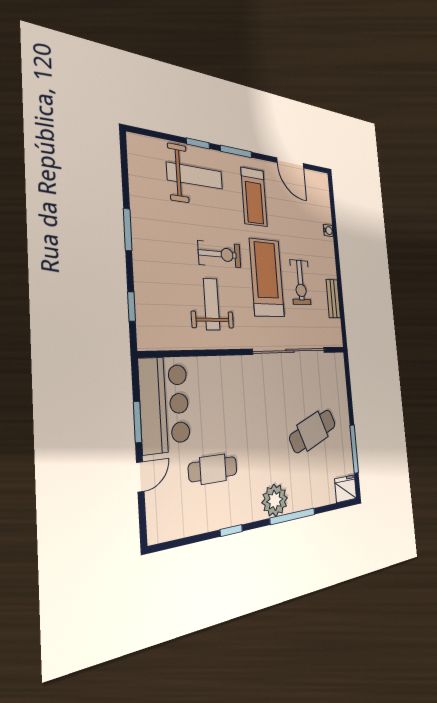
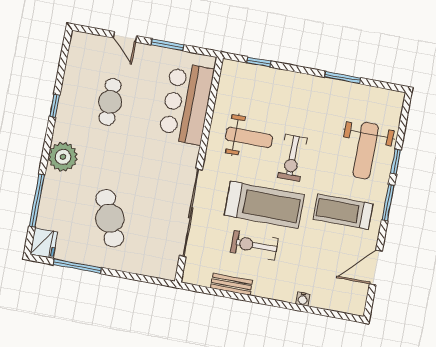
window: (128, 230) -> (343, 78), moved
bar counter: (164, 404) -> (186, 103), moved, turned 90
window: (293, 516) -> (37, 201), moved

